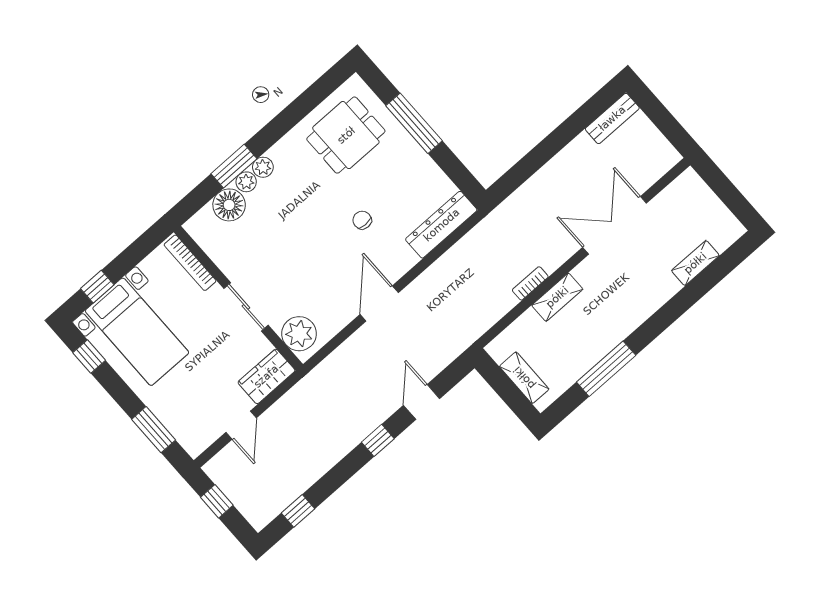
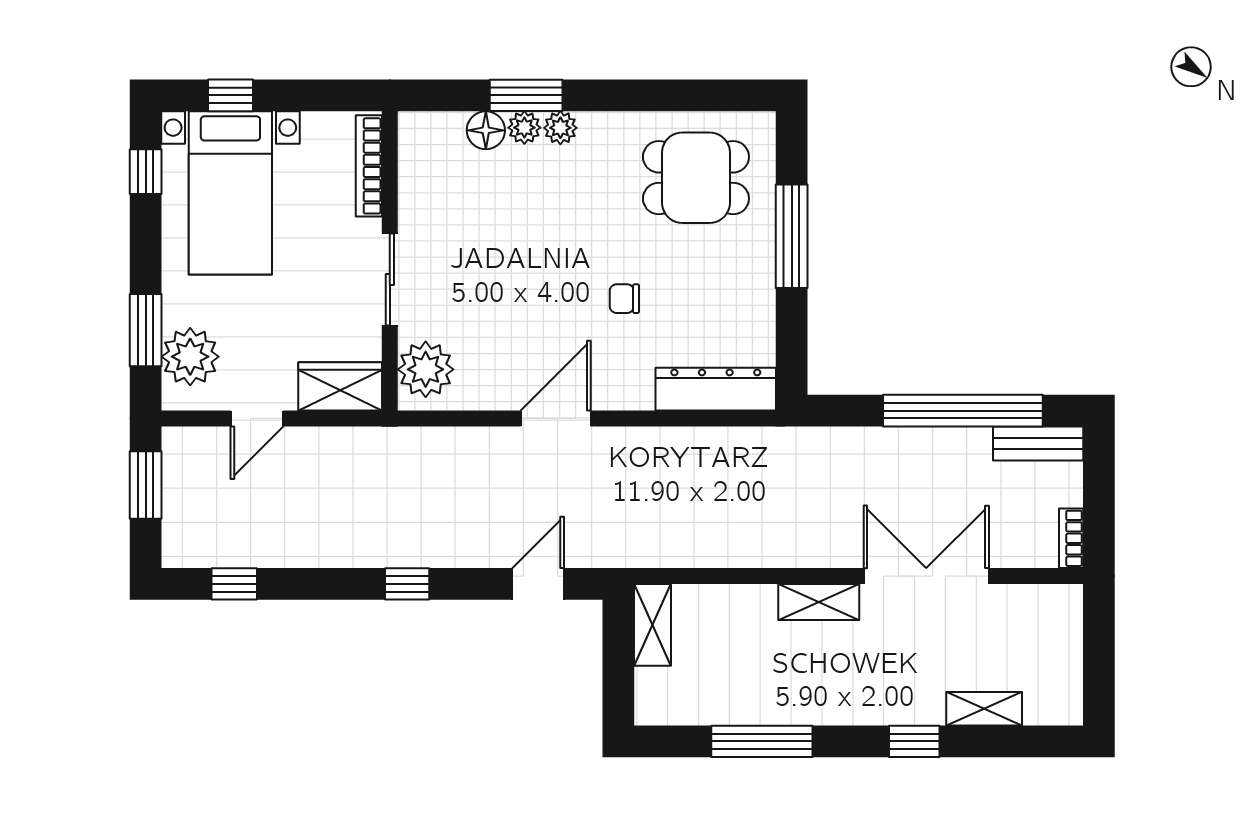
window: (564, 134) -> (963, 411), added
floor lamp: (229, 205) -> (486, 130), width x0.73, depth x0.73
chair: (362, 220) -> (624, 299), turned -90
bookcase: (530, 283) -> (1071, 538), moved, turned -90
shelving: (557, 297) -> (819, 602), moved
window: (676, 307) -> (914, 741), added
shelving: (524, 378) -> (652, 625), moved
door: (422, 402) -> (538, 584), moved
plant: (185, 424) -> (190, 357), added
window: (217, 501) -> (146, 485), width x1.50

